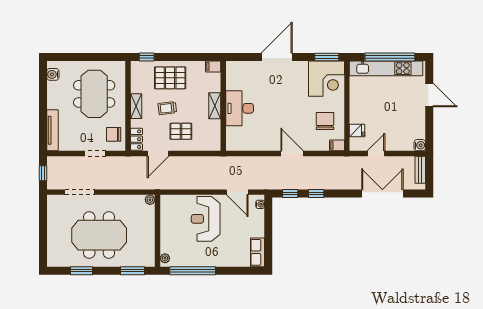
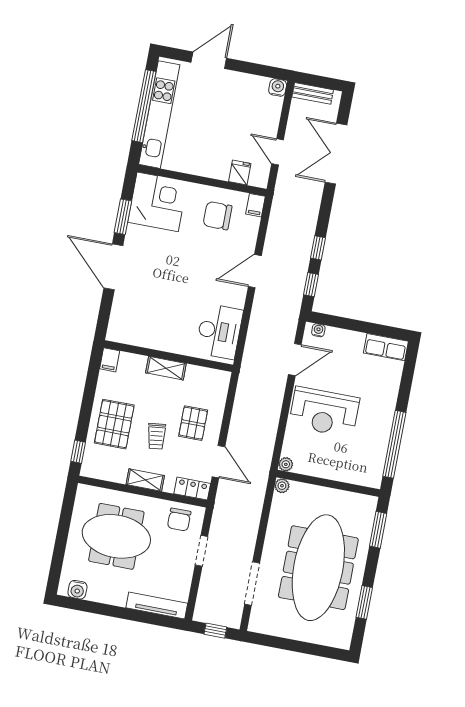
window: (327, 57) -> (123, 217), moved
desk: (240, 108) -> (219, 331), moved, turned -90
meeting table: (99, 235) -> (318, 568), width x1.36
plant: (165, 258) -> (286, 464), moved

